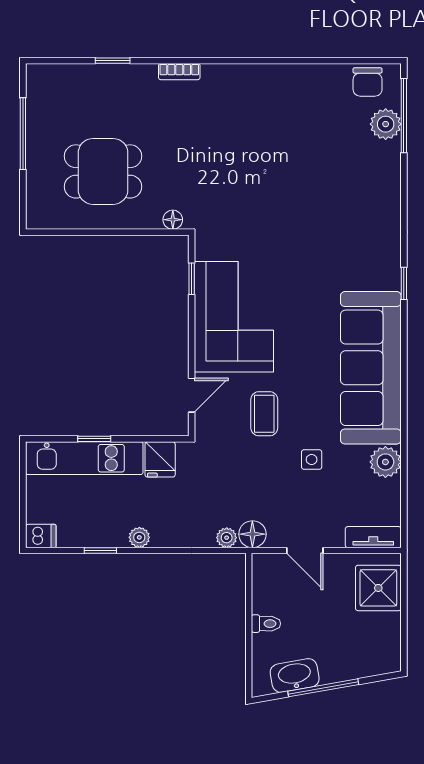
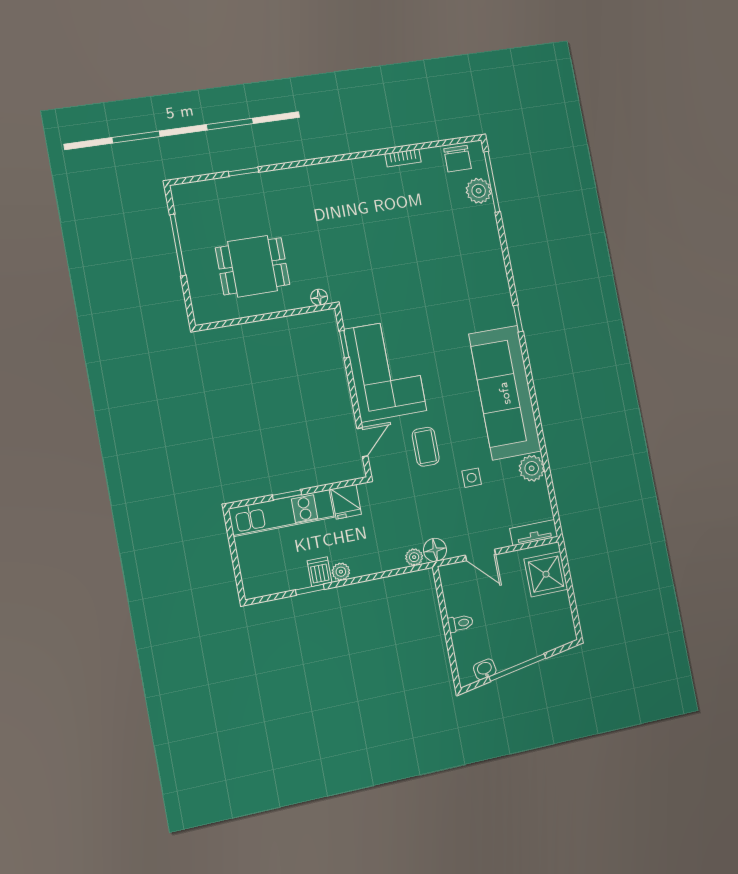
bookcase: (179, 72) -> (403, 158), moved
dishwasher: (41, 536) -> (319, 572), moved, turned -90
washbasin: (295, 675) -> (485, 669), width x0.52, depth x0.69

